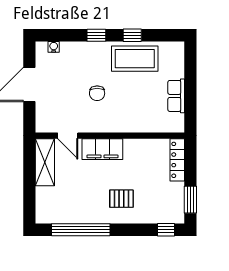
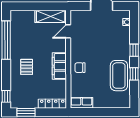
chair: (97, 93) -> (80, 68), moved
row of seats: (176, 96) -> (81, 103), moved
filing cabinet: (102, 149) -> (59, 66), moved

